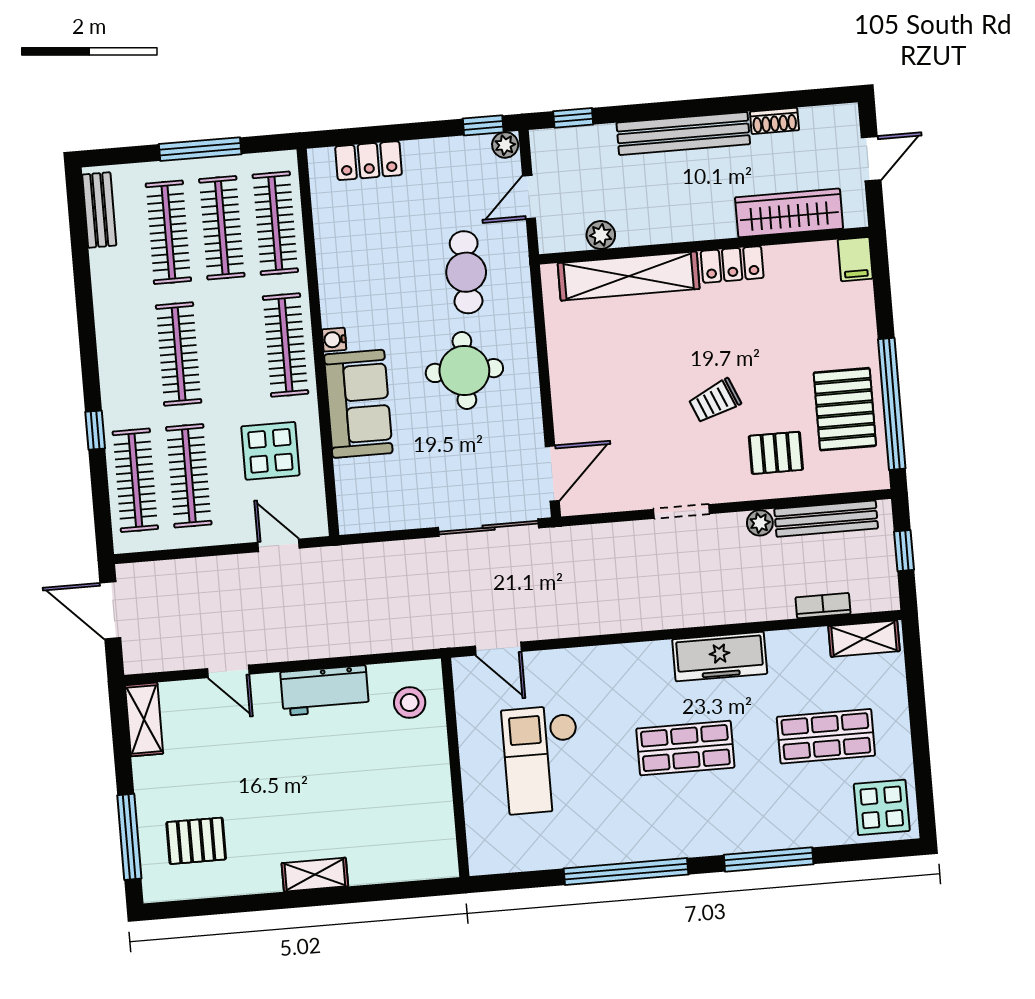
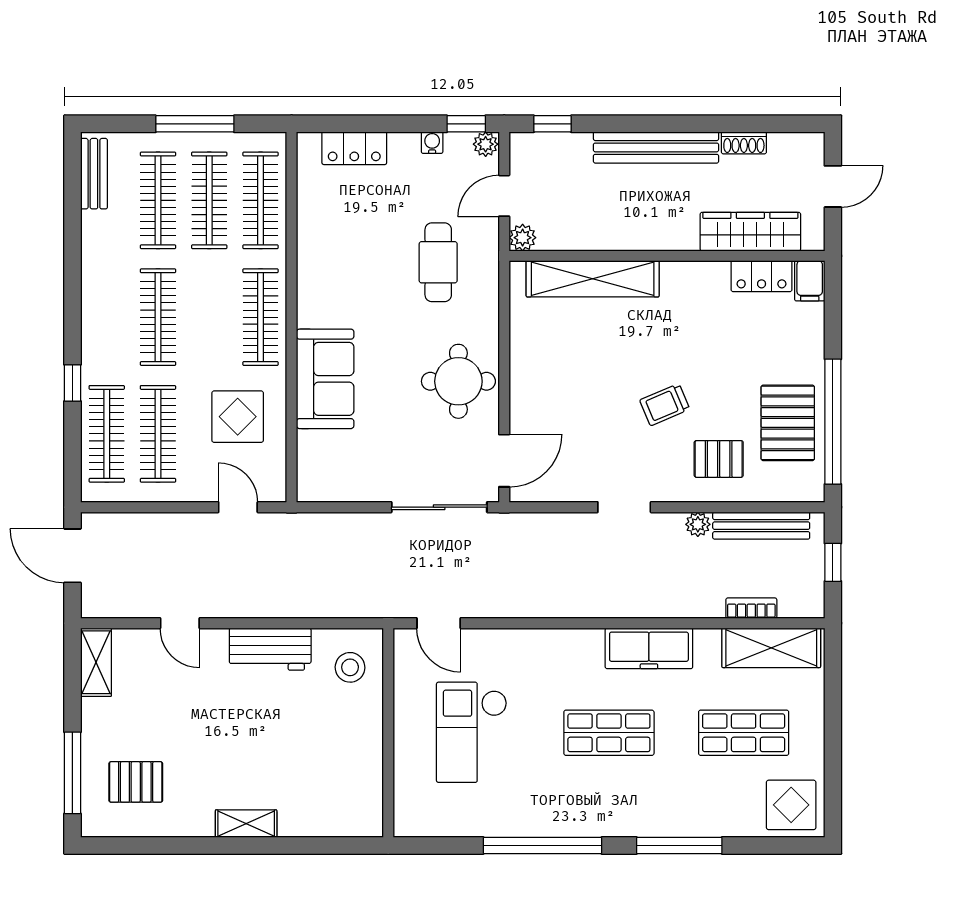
plant: (601, 235) -> (523, 238), moved
locker: (732, 264) -> (762, 276), moved
water cooler: (334, 340) -> (432, 143), moved, turned 90
round table: (464, 371) -> (458, 381), moved
shelving: (864, 639) -> (771, 648), width x1.50, depth x1.33

